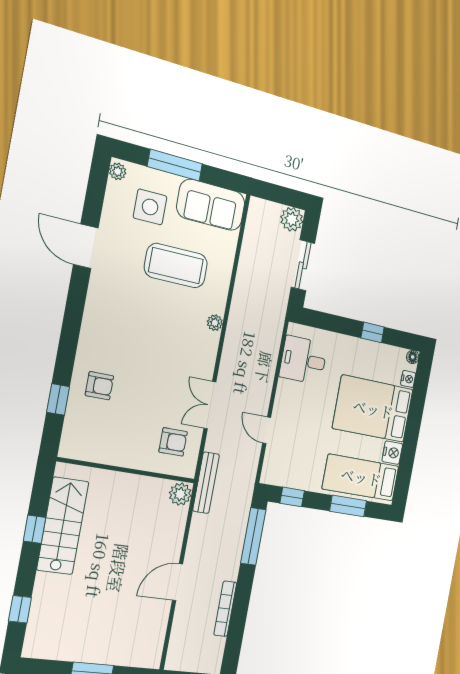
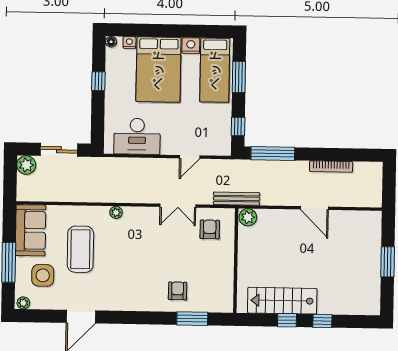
desk: (303, 360) -> (137, 136), width x1.37
window: (58, 399) -> (192, 319), width x1.50
window: (20, 609) -> (322, 321), moved

